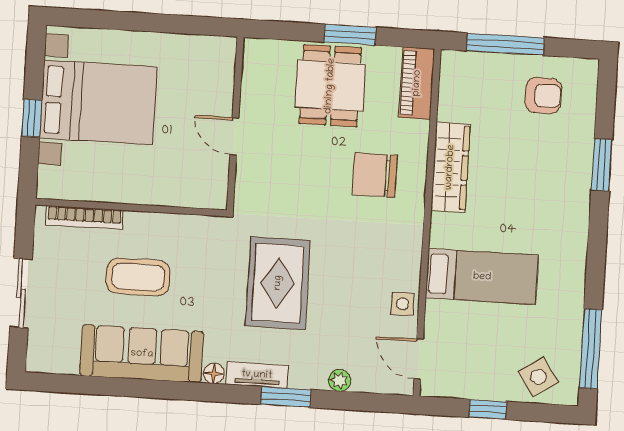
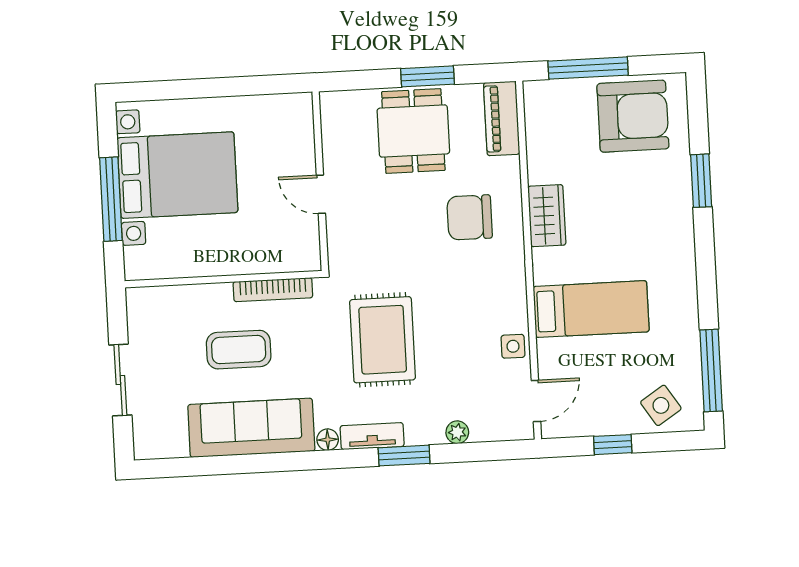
armchair: (543, 95) -> (633, 116), width x1.88, depth x1.88
window: (32, 118) -> (111, 199), width x2.17
wardrobe: (450, 167) -> (547, 216), width x0.67
bookcase: (85, 217) -> (273, 290), moved
door: (419, 359) -> (536, 401), swing flipped

